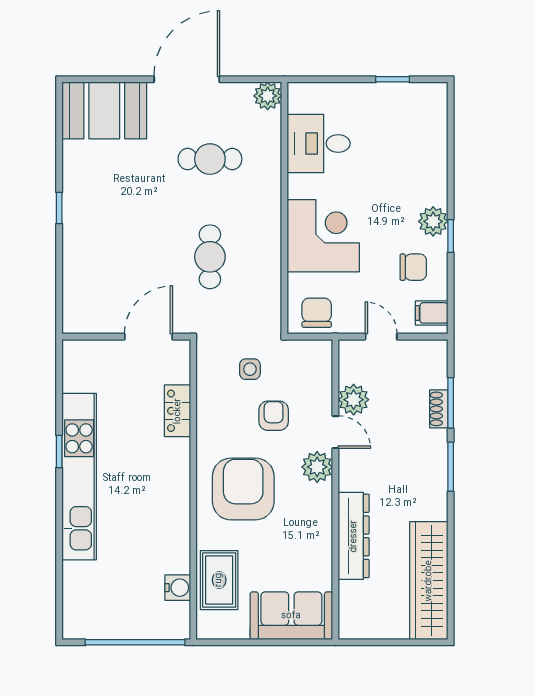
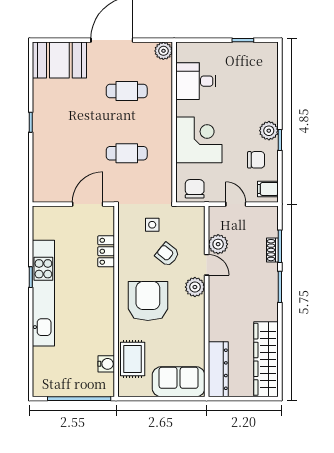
cafe table: (210, 257) -> (127, 153), turned 90
armchair: (274, 416) -> (167, 254), turned -51
dresser: (354, 536) -> (218, 369), moved

